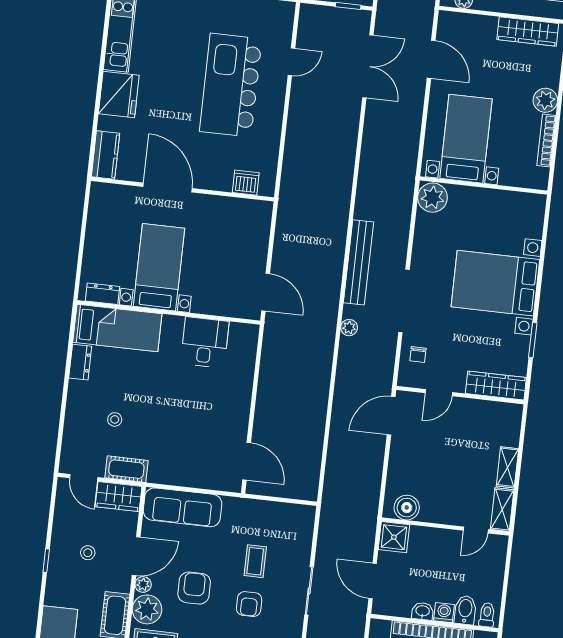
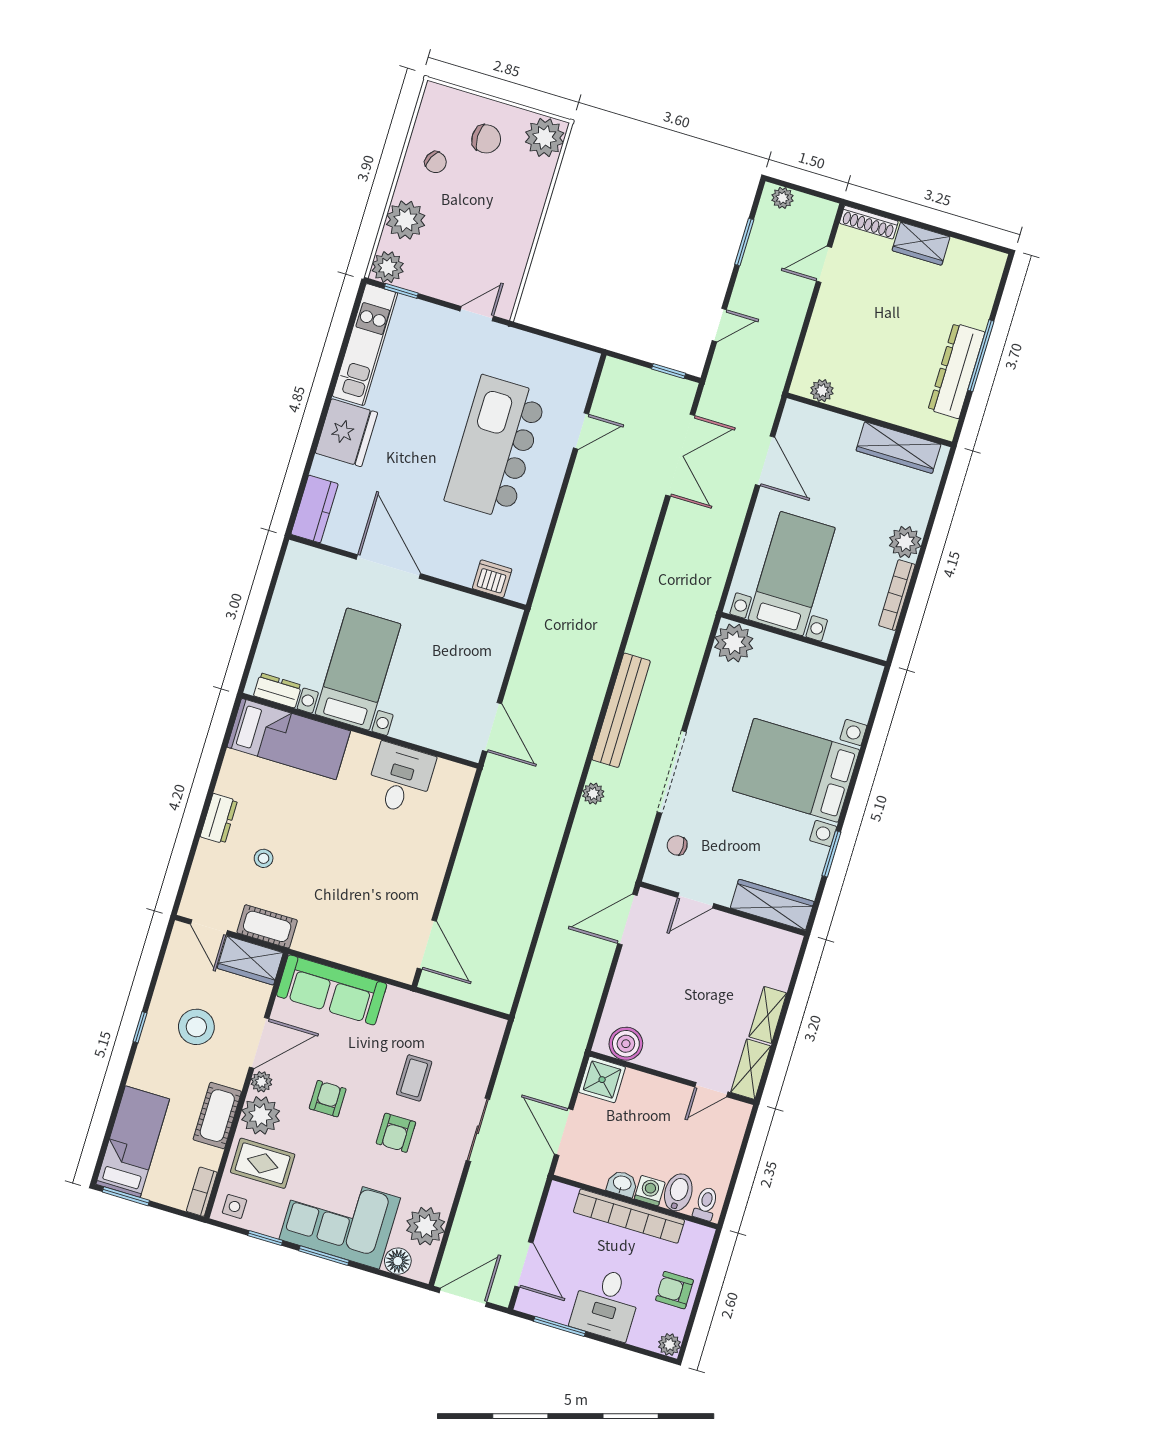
chair: (418, 354) -> (677, 845), turned 90
dresser: (80, 362) -> (219, 819), moved
stool: (88, 553) -> (196, 1027), width x1.89, depth x1.89
armchair: (194, 588) -> (328, 1099), width x0.72, depth x0.72

